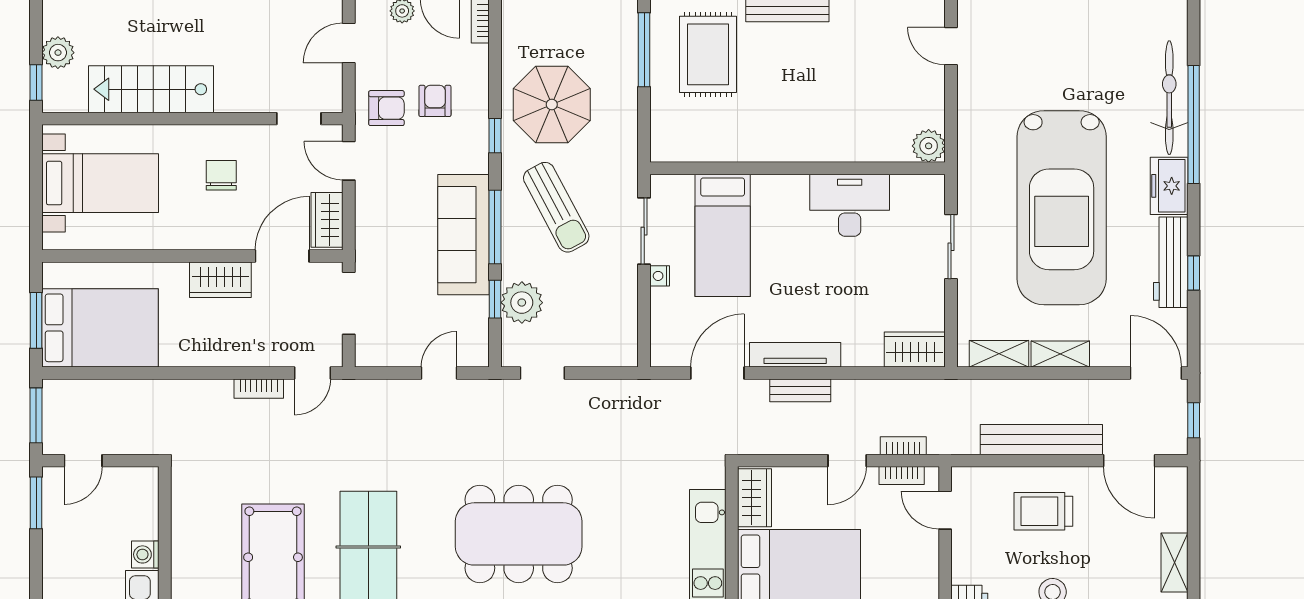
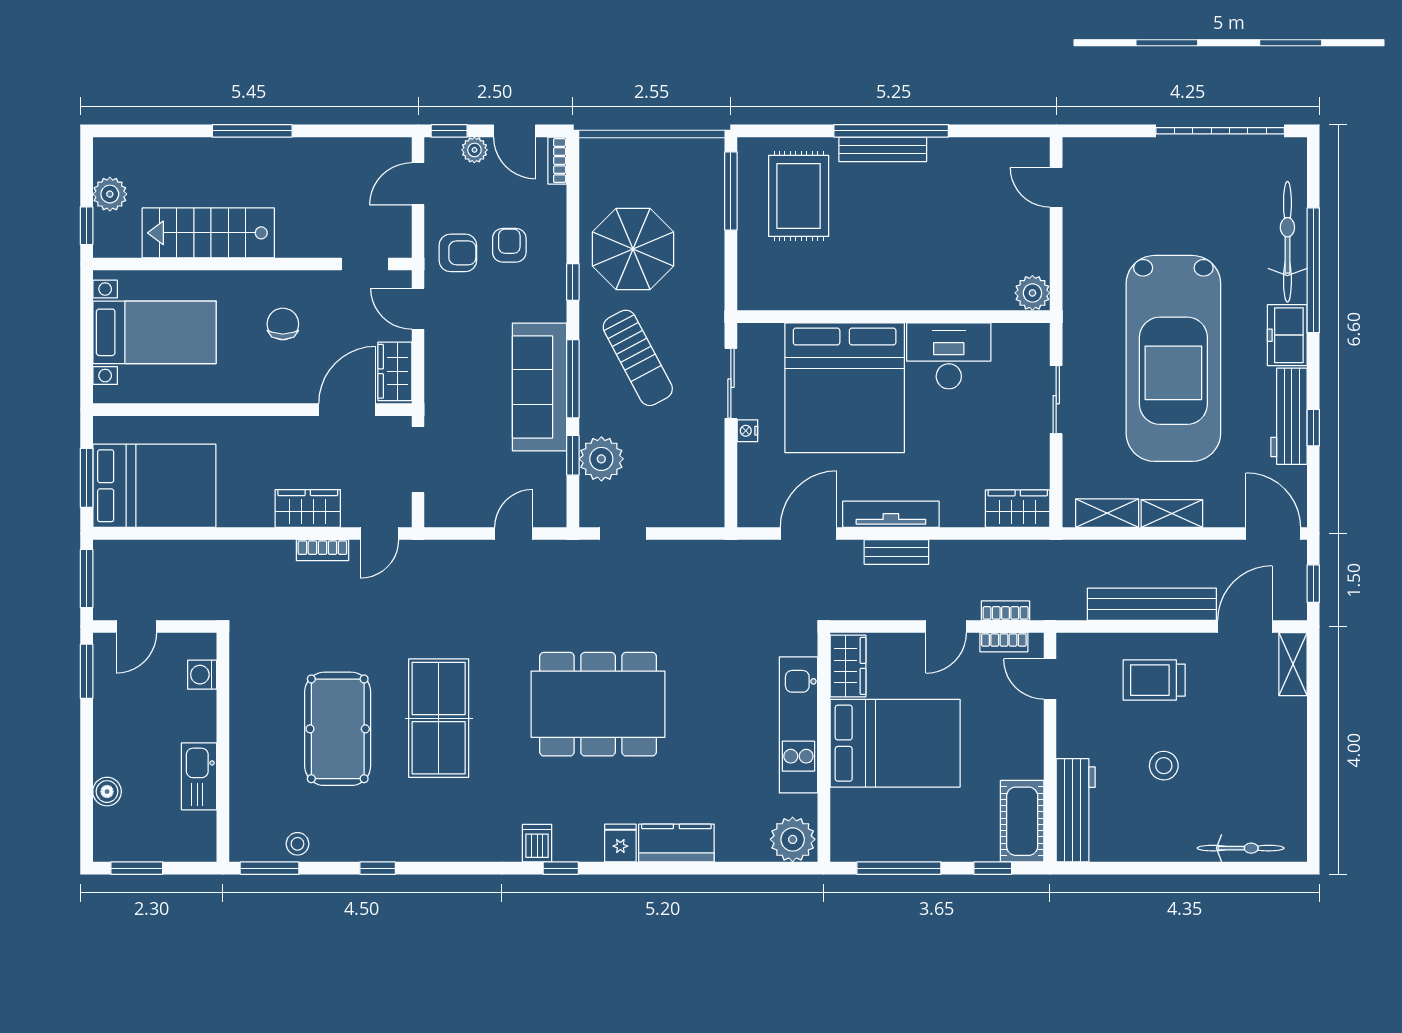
bed: (723, 235) -> (845, 388), width x2.04
wardrobe: (220, 280) -> (308, 508), moved, turned 180
door: (1129, 461) -> (1245, 626), swing flipped
washing machine: (145, 554) -> (202, 675), moved
shelving: (1174, 562) -> (1293, 664), moved

